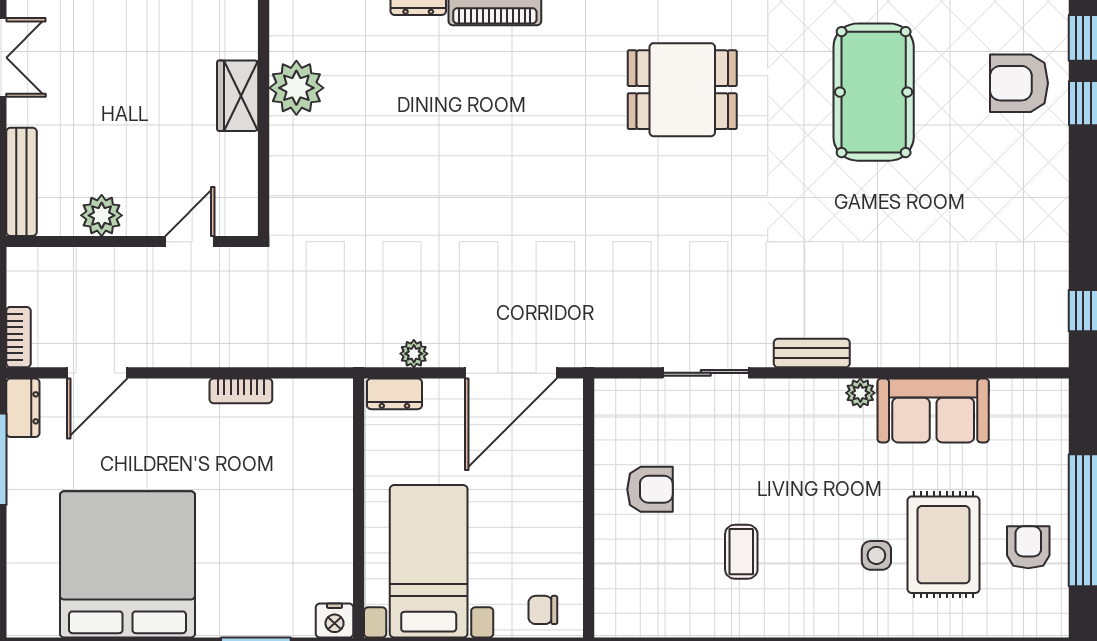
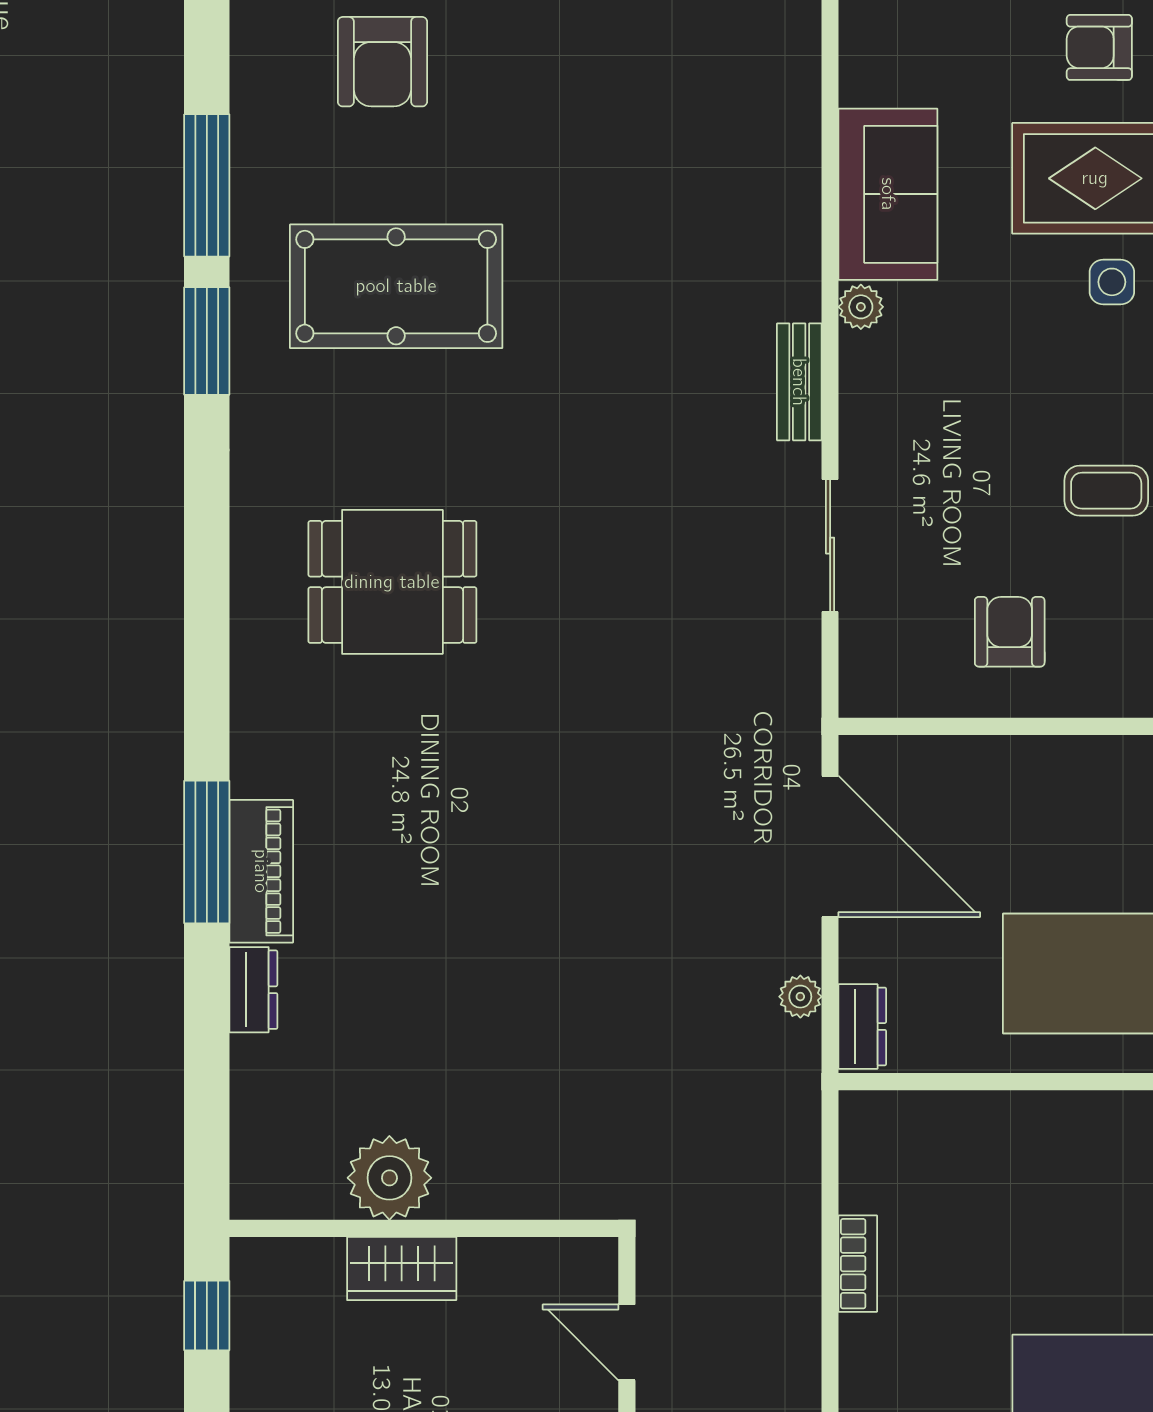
dining table: (682, 90) -> (392, 582), turned 90

